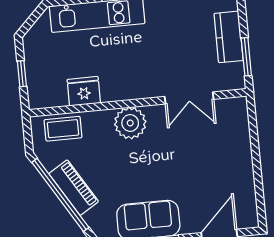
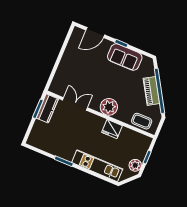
kitchen counter: (229, 37) -> (47, 108), moved
plant: (34, 49) -> (135, 165), added
fridge: (84, 91) -> (112, 129), moved

